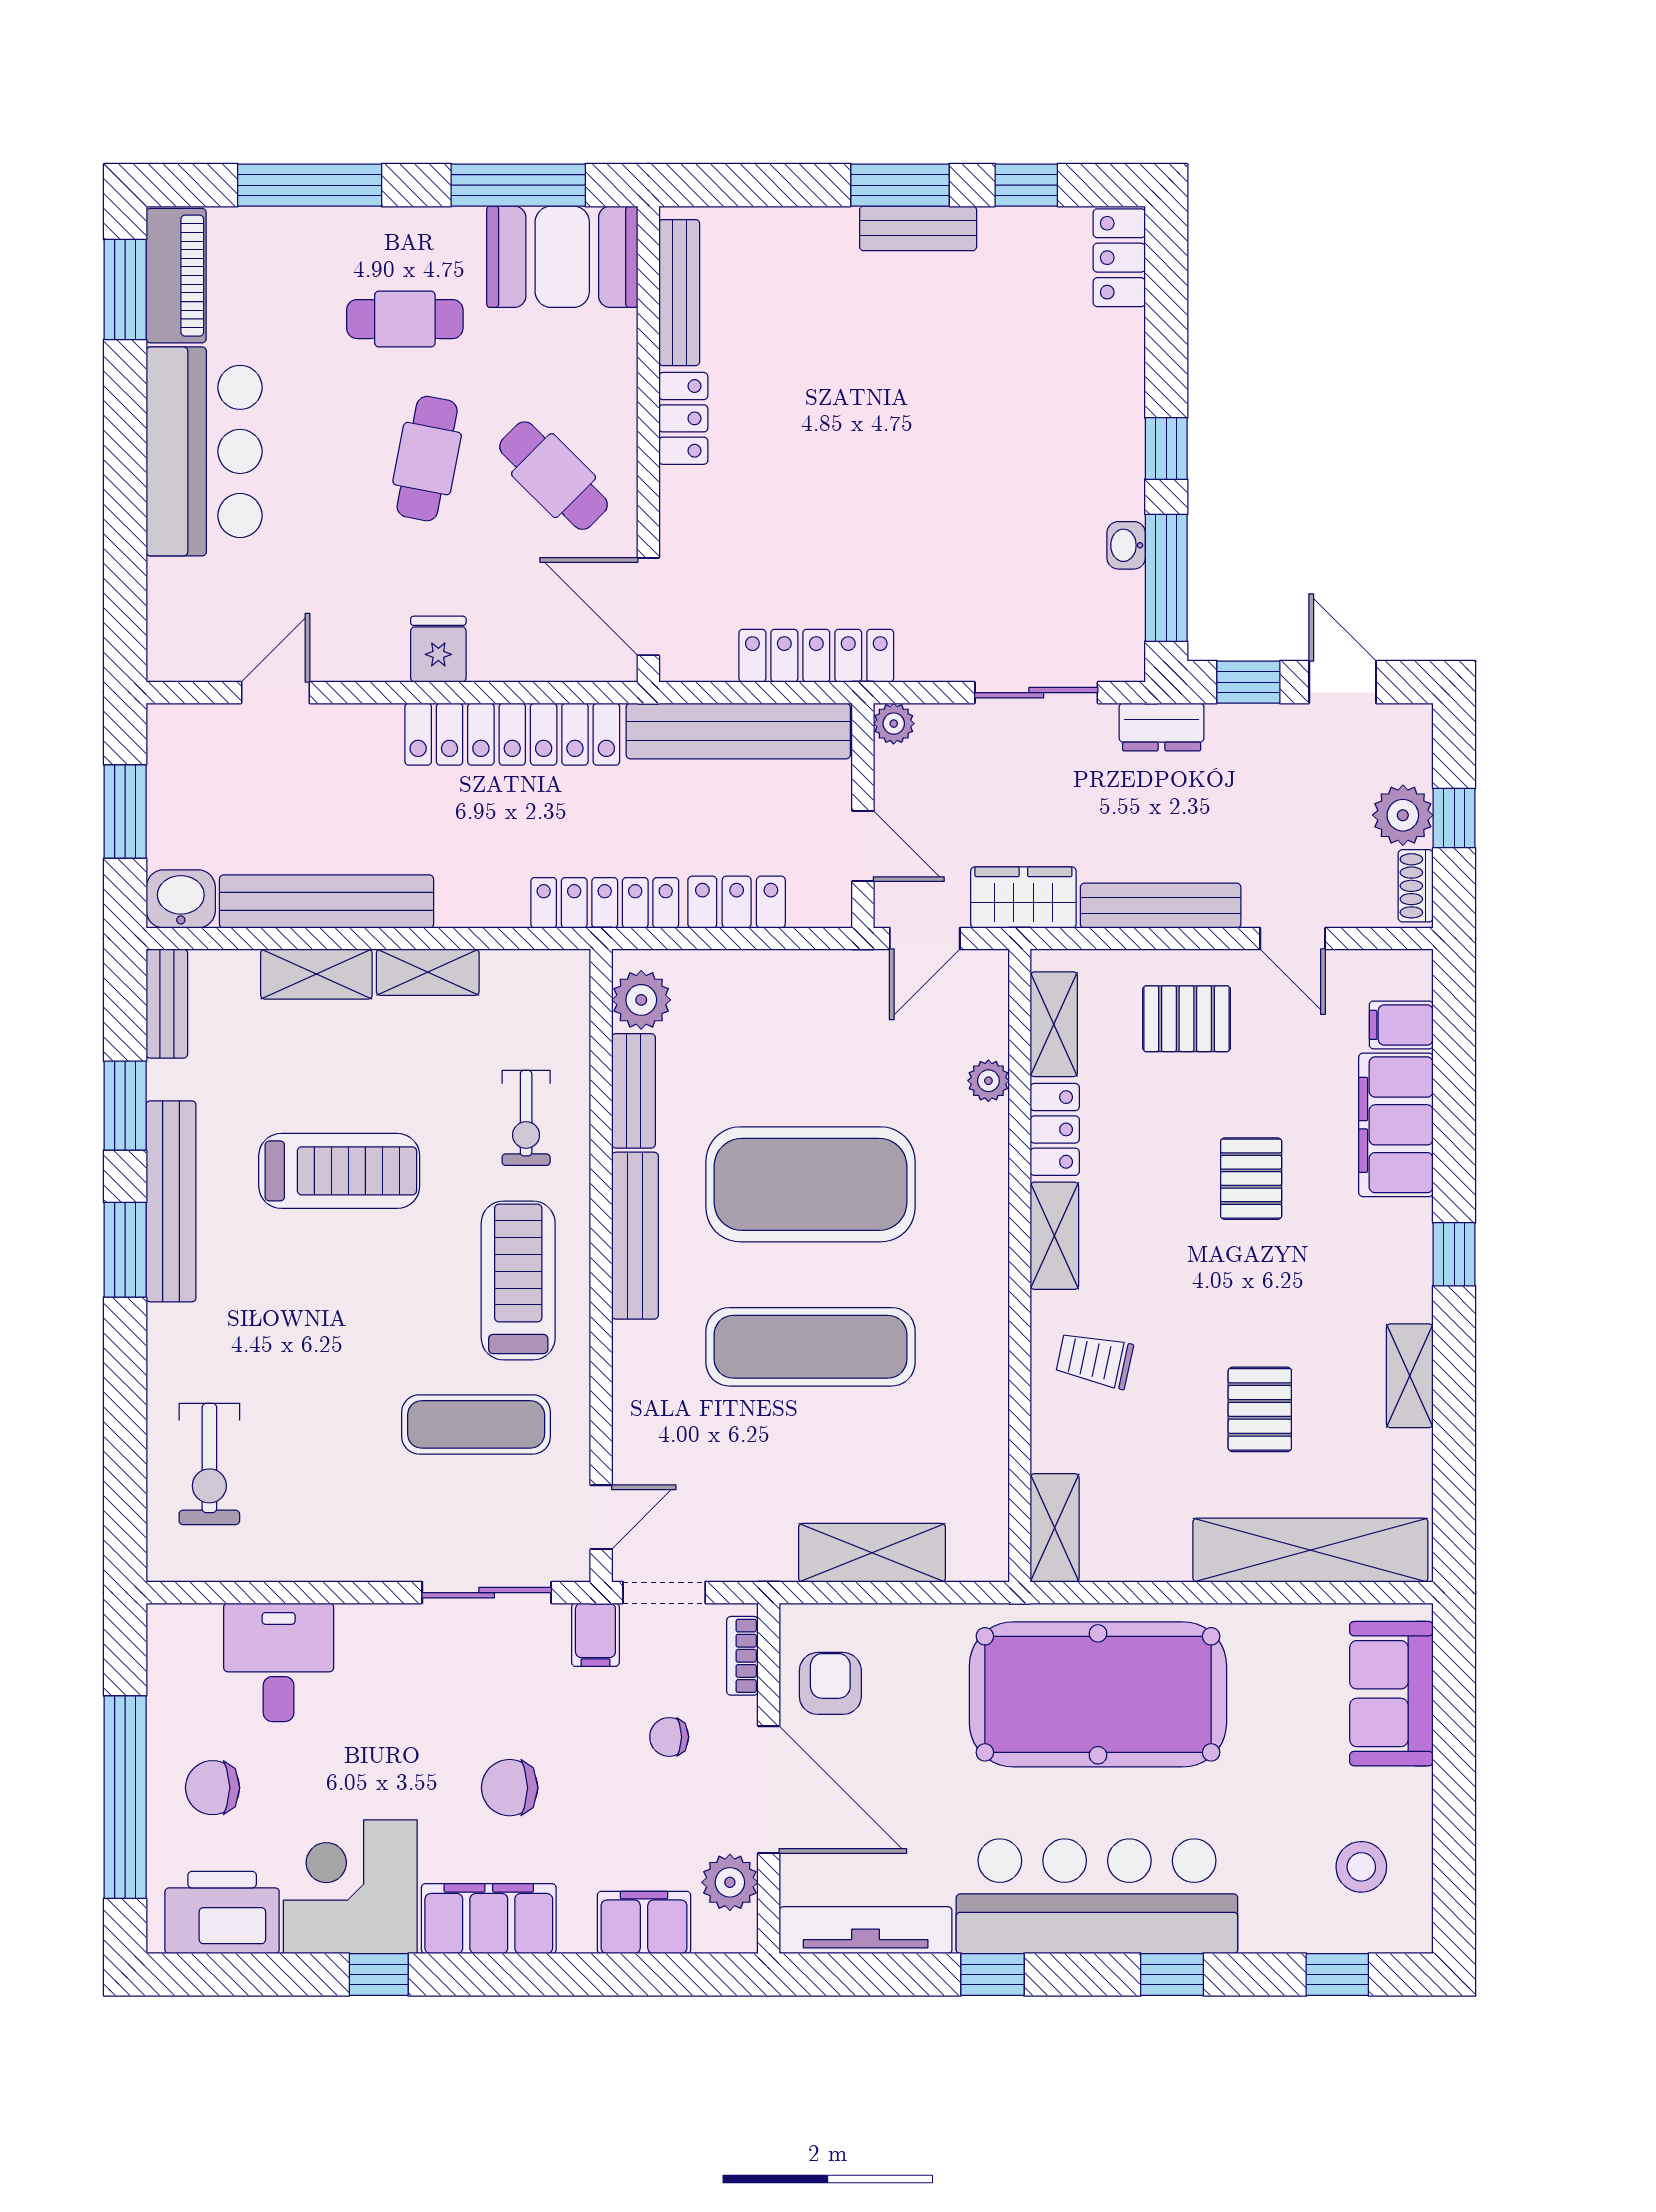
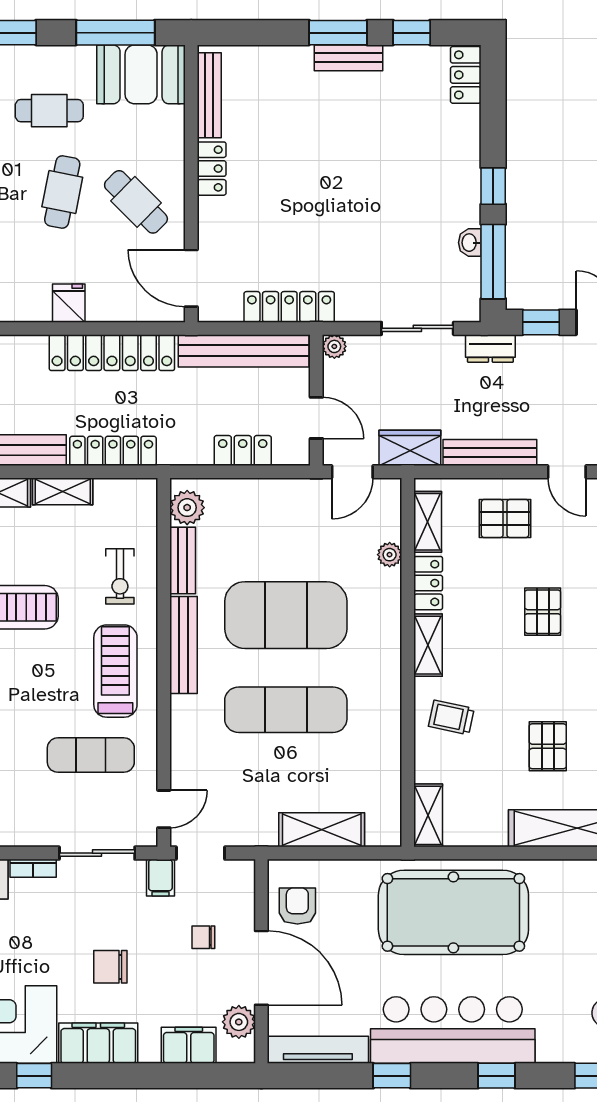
locker: (605, 903) -> (113, 451), moved
bookcase: (742, 1656) -> (33, 868), moved, turned -90

